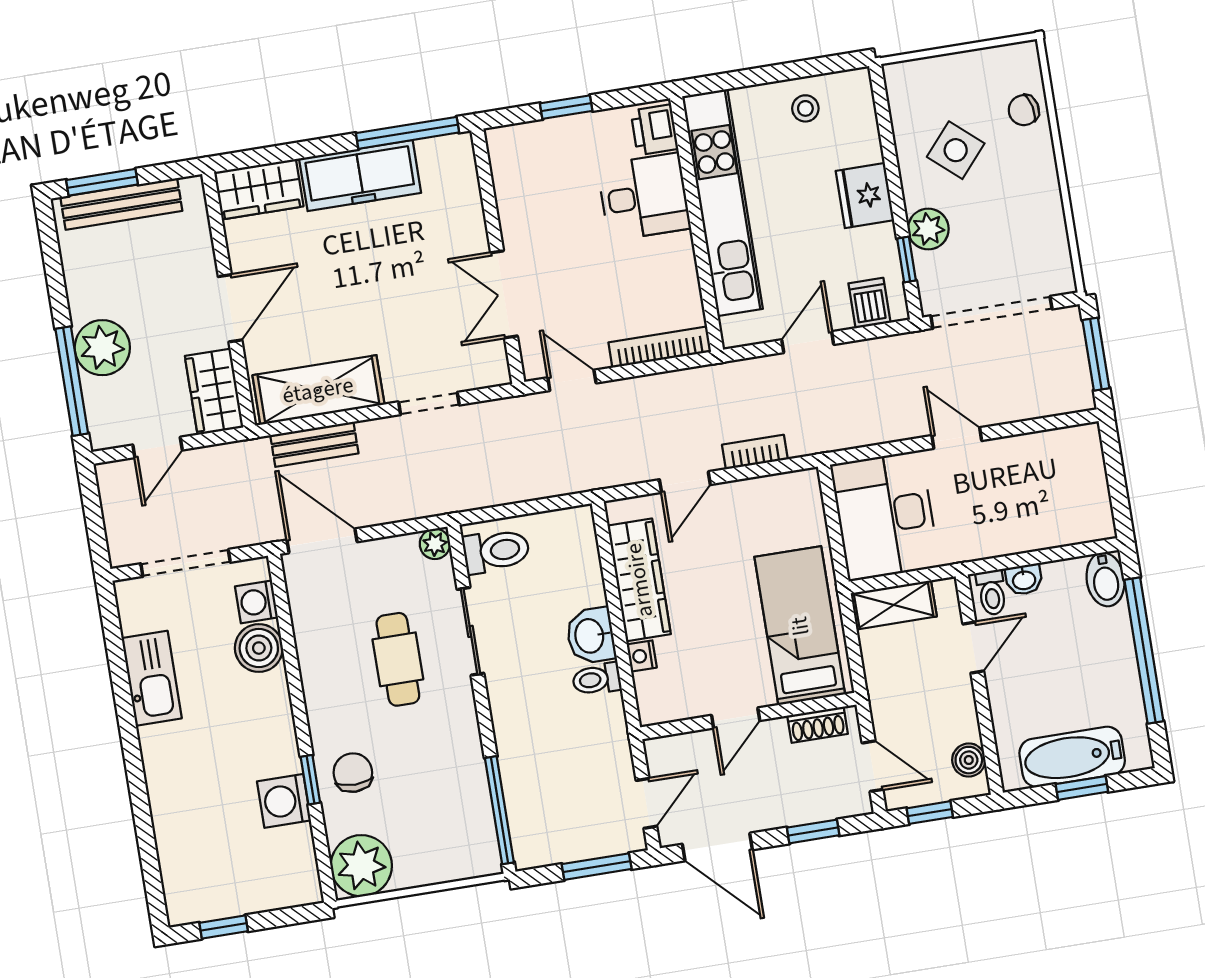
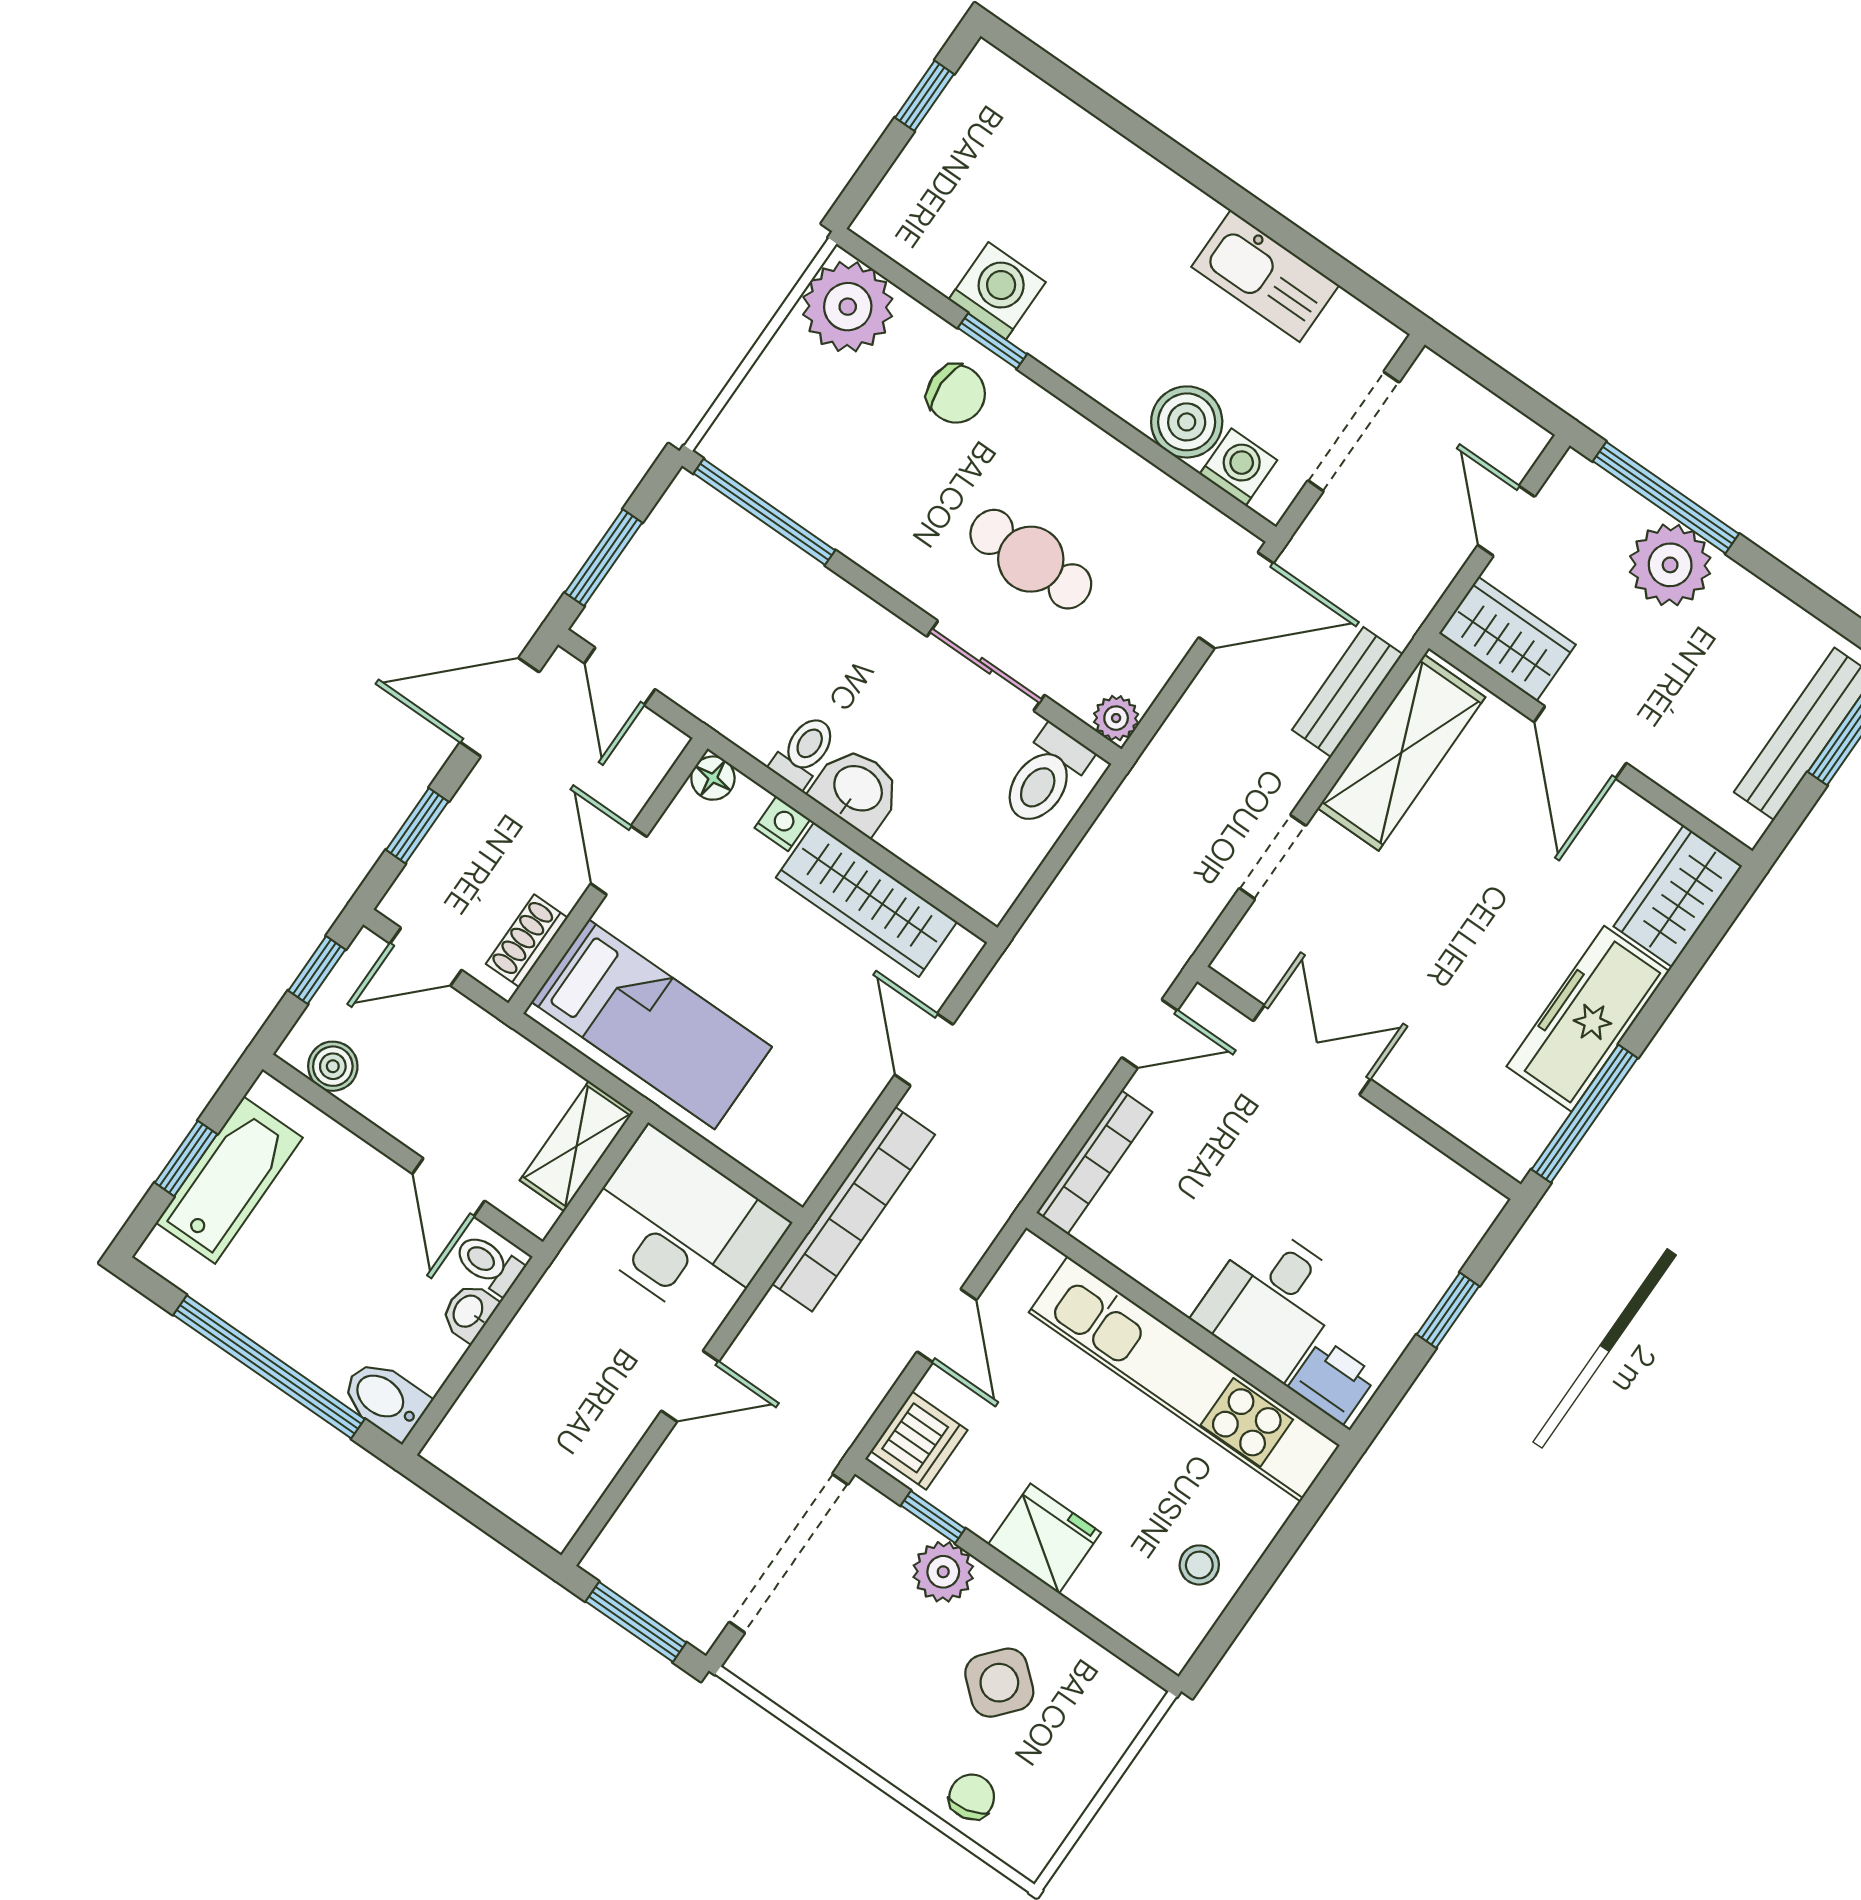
dishwasher: (869, 303) -> (919, 1441), width x1.38
bookcase: (755, 452) -> (854, 1209), width x2.31, depth x1.31
floor lamp: (652, 711) -> (713, 778), added

